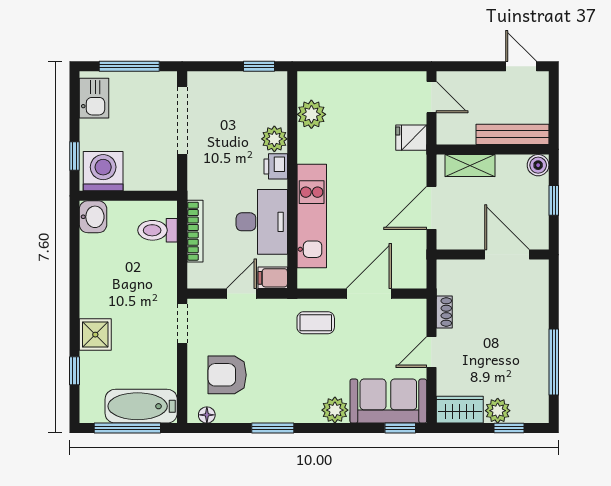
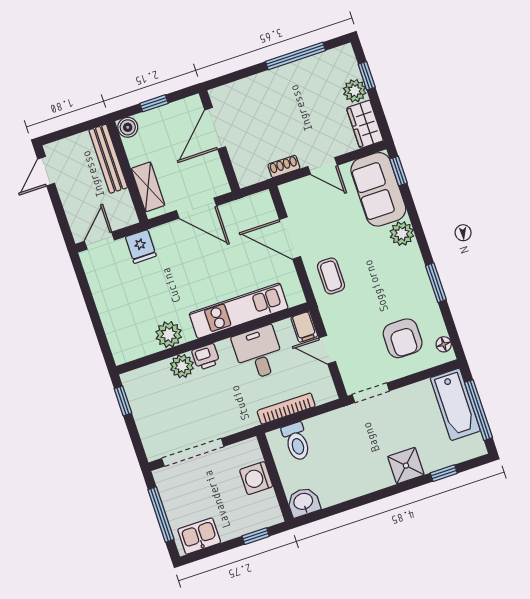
plant: (311, 114) -> (169, 334), moved
washing machine: (103, 171) -> (256, 478), moved, width x0.73, depth x0.73
desk: (262, 222) -> (258, 353), width x0.73

